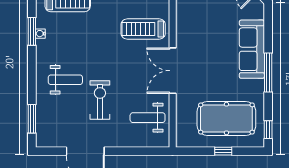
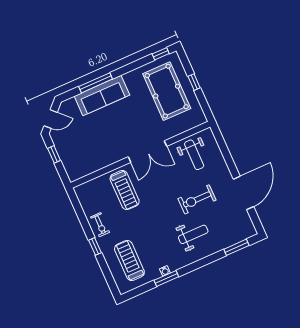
window: (268, 72) -> (96, 83), moved
weight bench: (65, 80) -> (193, 234), turned 90

